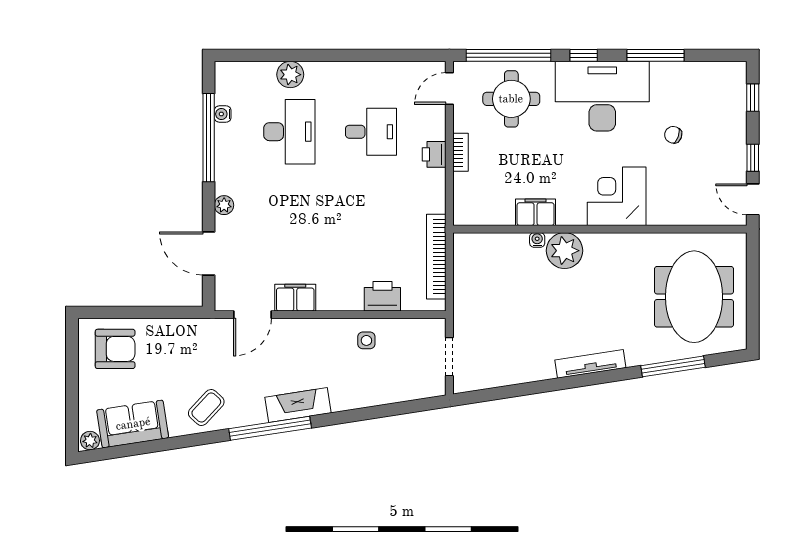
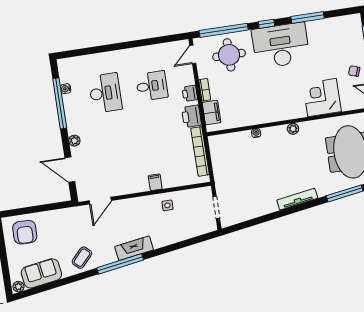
plant: (290, 75) -> (101, 60), removed
chair: (673, 135) -> (354, 71), moved
corner desk: (617, 196) -> (322, 98), moved
filing cabinet: (536, 212) -> (212, 113), moved, turned 90
plant: (565, 251) -> (293, 129), moved, width x0.53, depth x0.53
printer: (382, 296) -> (192, 116), moved, turned -90
filing cabinet: (295, 298) -> (155, 182), moved, width x0.50
armchair: (115, 349) -> (25, 232), turned 91

